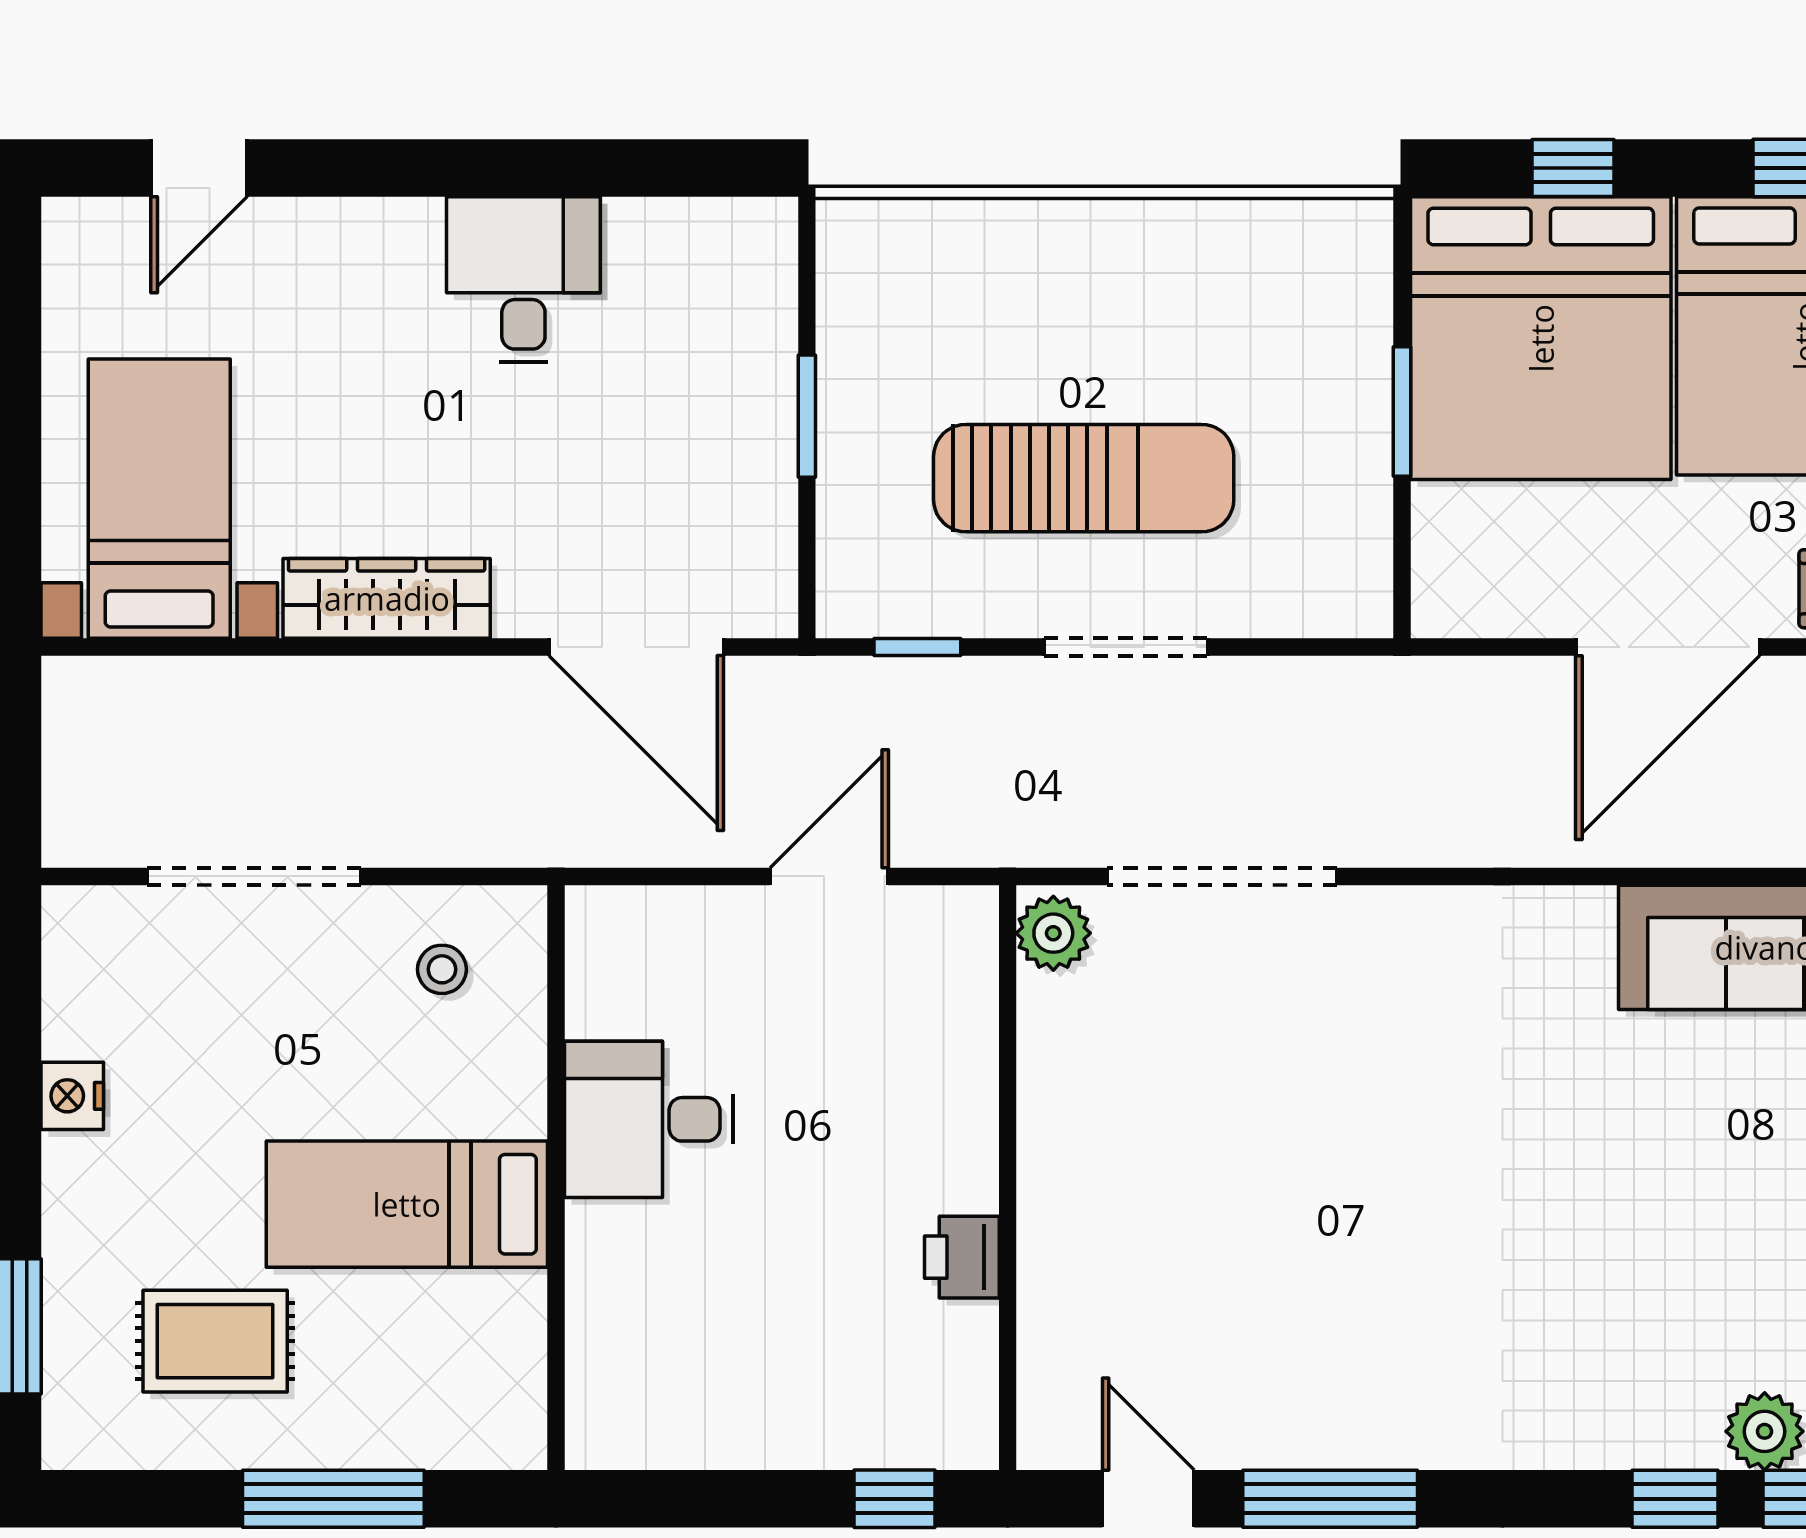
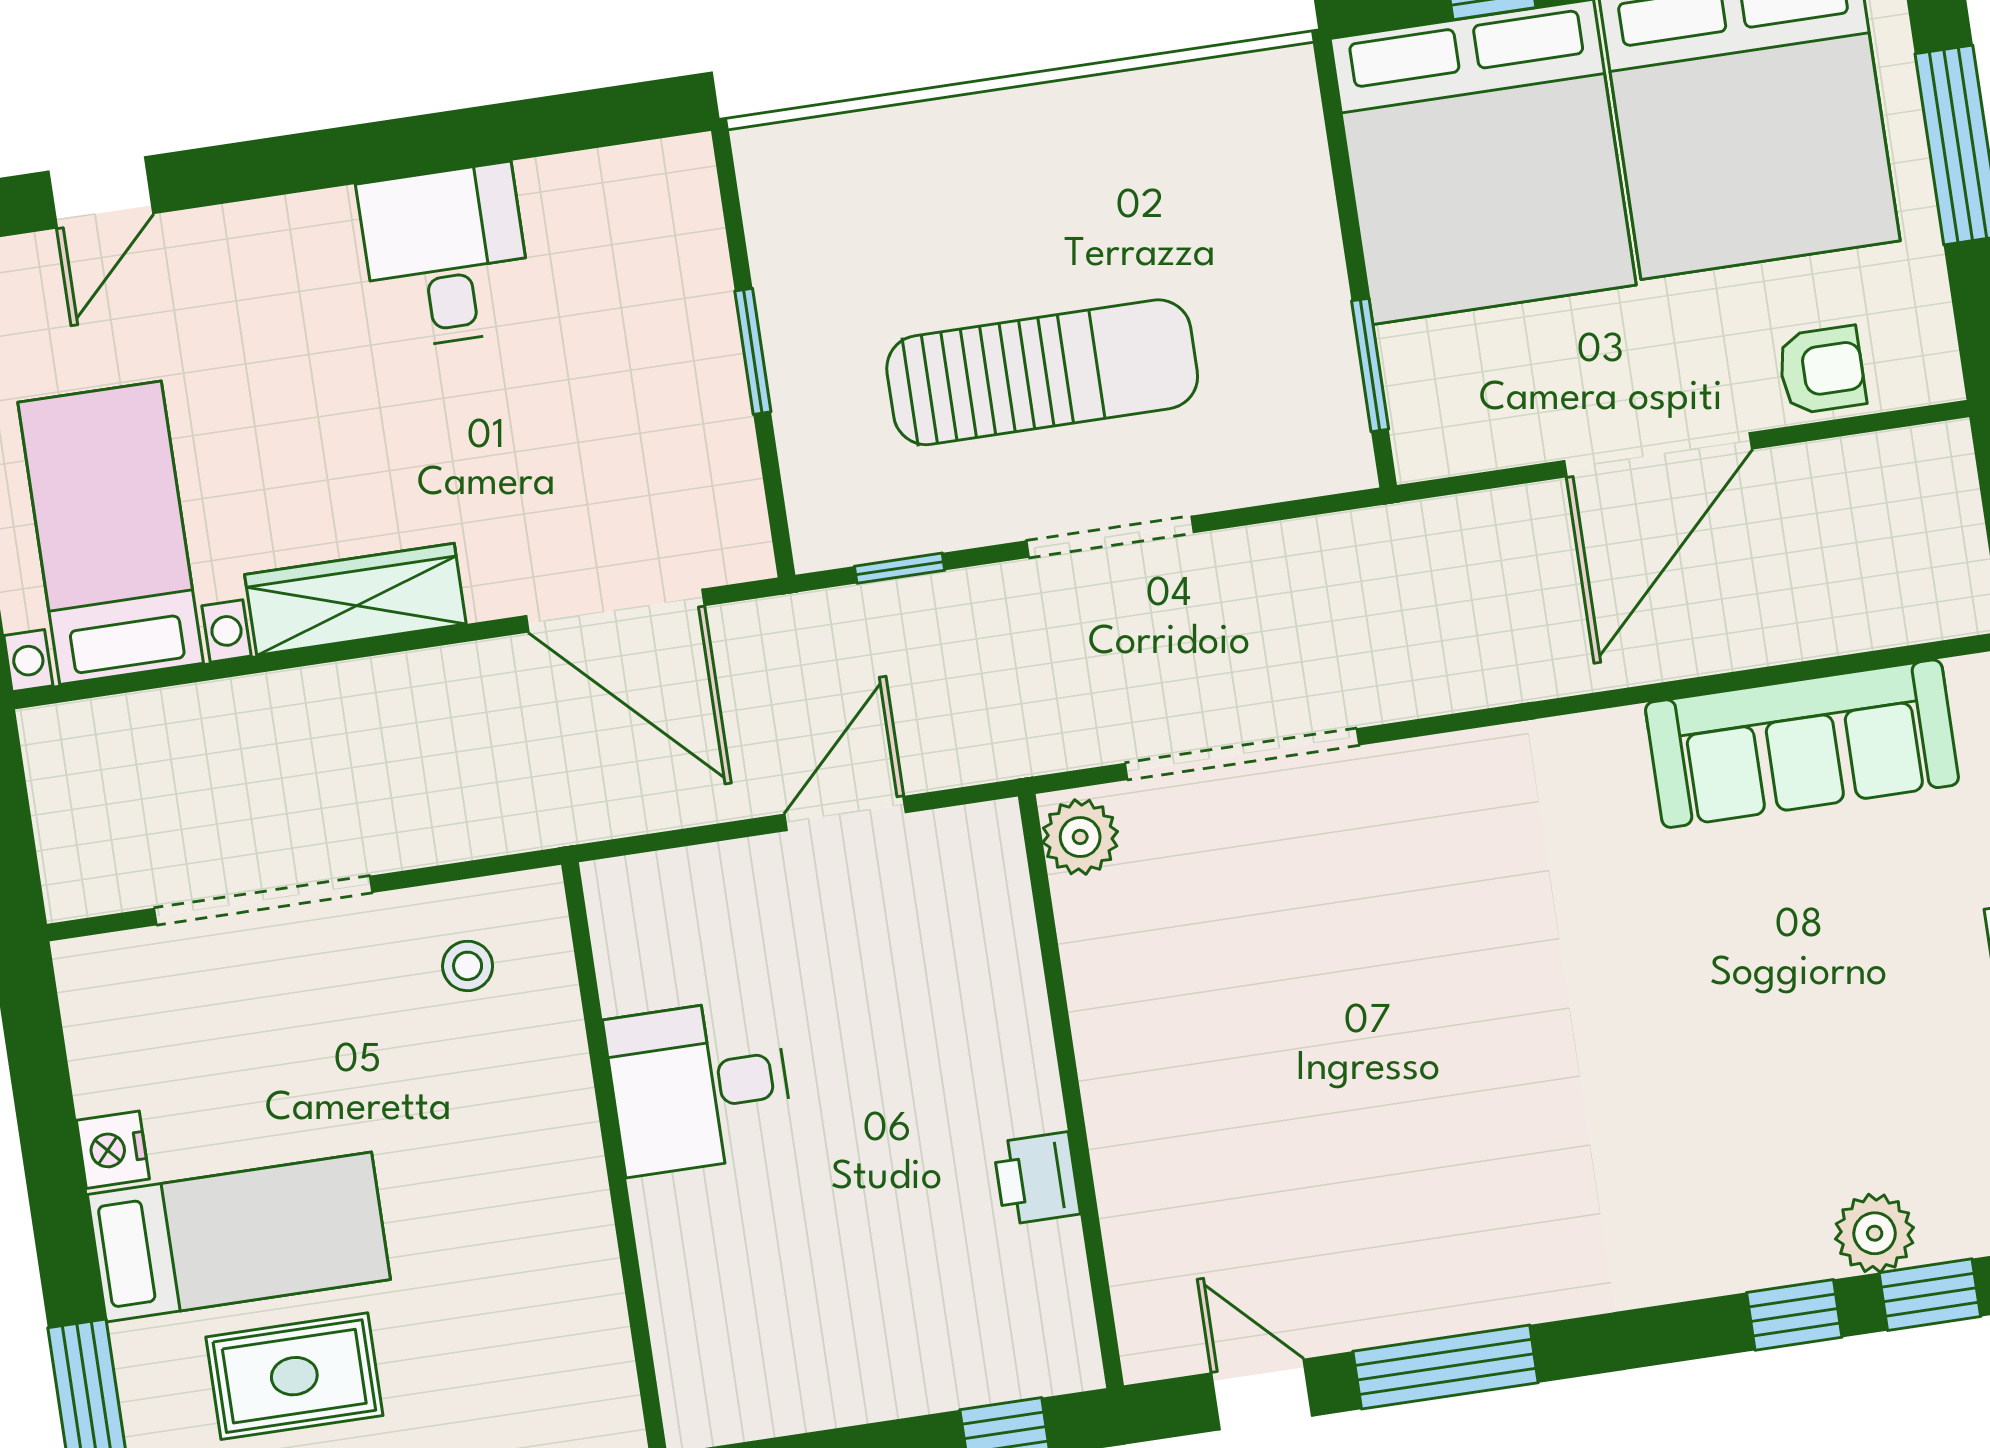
window: (1402, 411) -> (1370, 365), moved
bed: (407, 1204) -> (239, 1237), moved, turned 180

